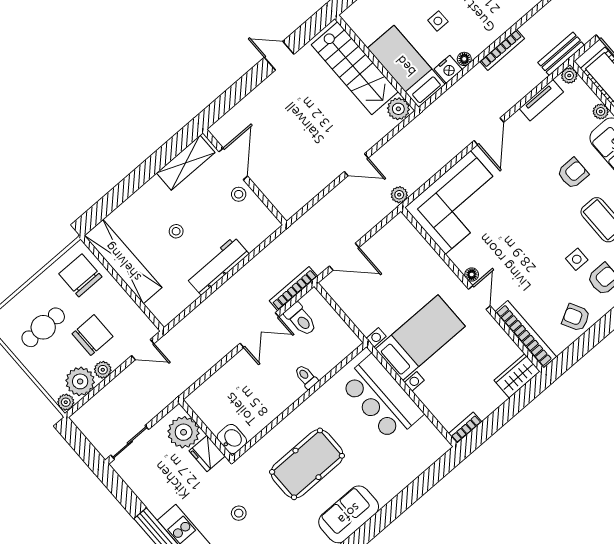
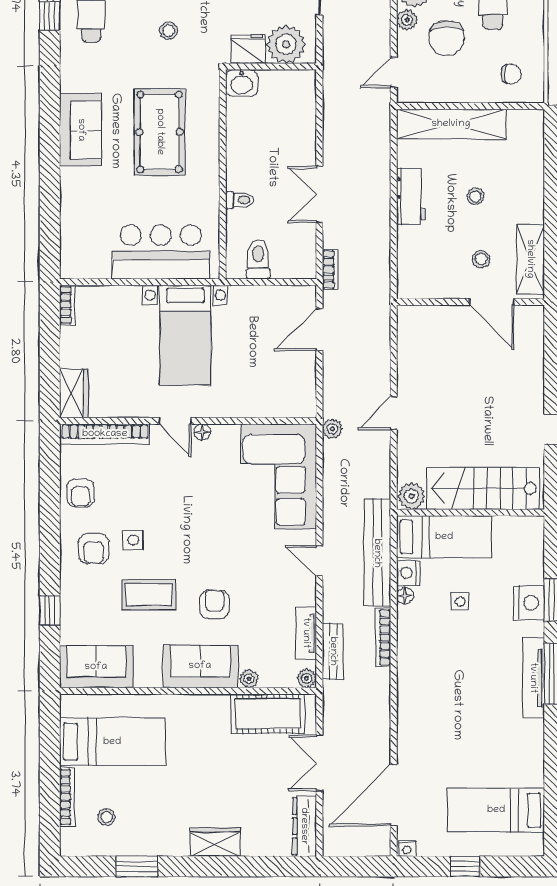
bench: (561, 54) -> (333, 651), moved
bench: (452, 99) -> (377, 553), added
door: (489, 131) -> (319, 561), width x0.73
armchair: (573, 173) -> (215, 604), turned 180
stool: (239, 194) -> (481, 259), moved
shelving: (123, 262) -> (451, 124), moved
workbench: (218, 266) -> (411, 196), width x0.73
chair: (80, 275) -> (511, 74), width x0.54, depth x0.54
bookcase: (293, 289) -> (330, 270), width x0.64
armchair: (576, 317) -> (81, 493), turned 118
toilet: (301, 319) -> (258, 259), moved, turned 90

